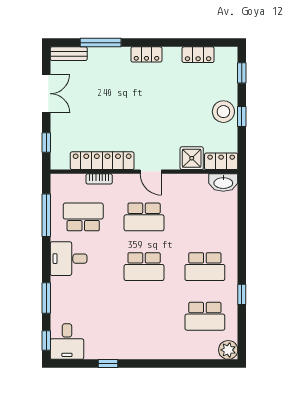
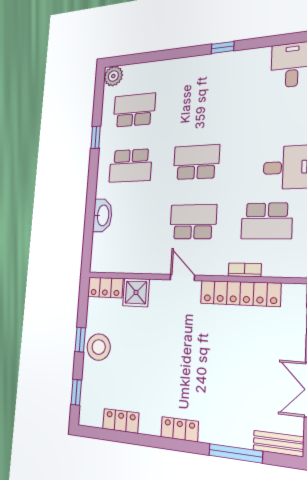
washbasin: (223, 183) -> (103, 215), moved, turned 90
school desk: (205, 267) -> (130, 166), turned 180
window: (108, 364) -> (223, 47), moved

